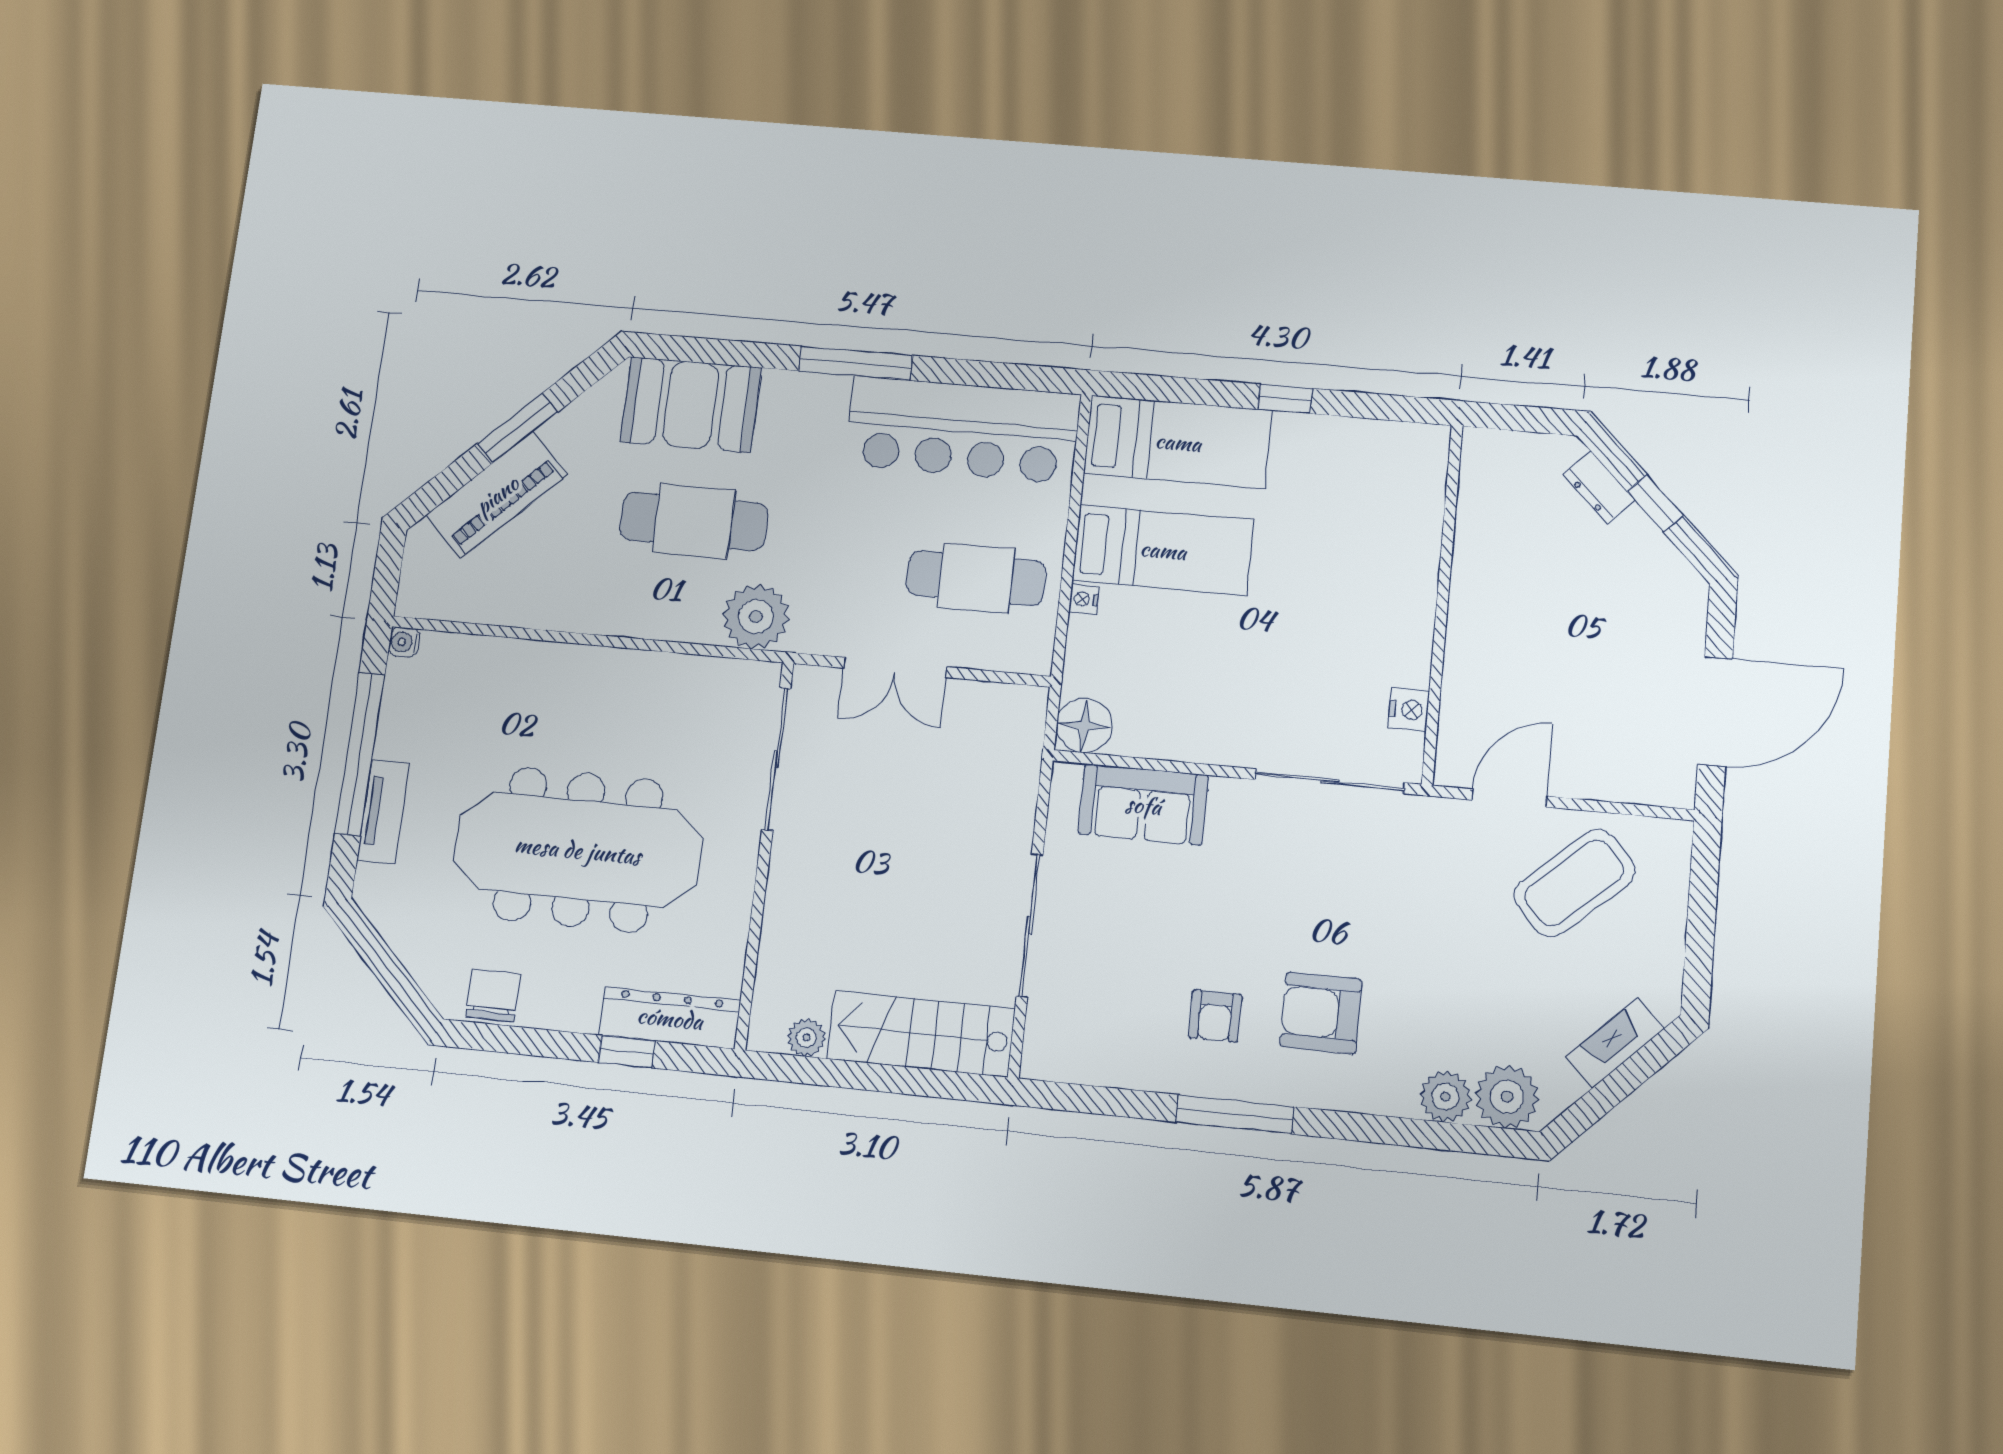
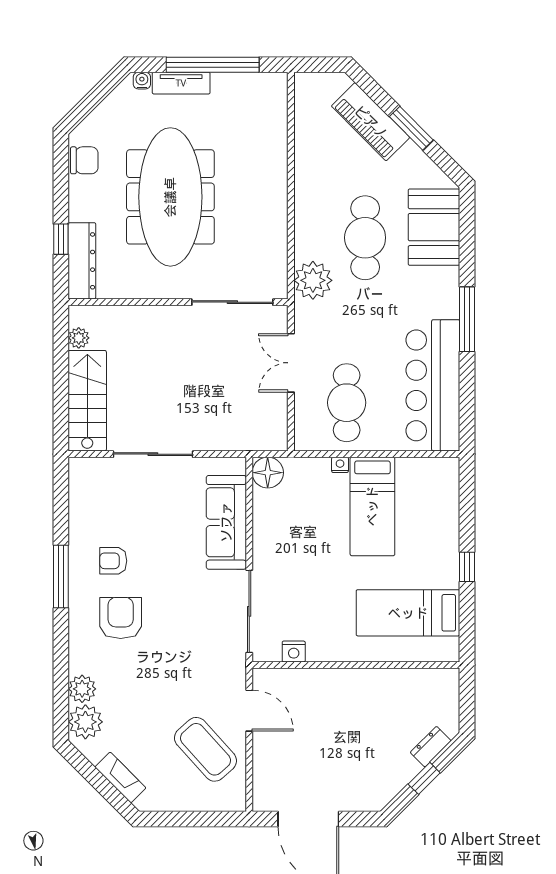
bed: (1178, 442) -> (408, 613), moved, turned 90
water cooler: (404, 642) -> (142, 81), moved
sofa: (1143, 805) -> (226, 522), width x1.36

